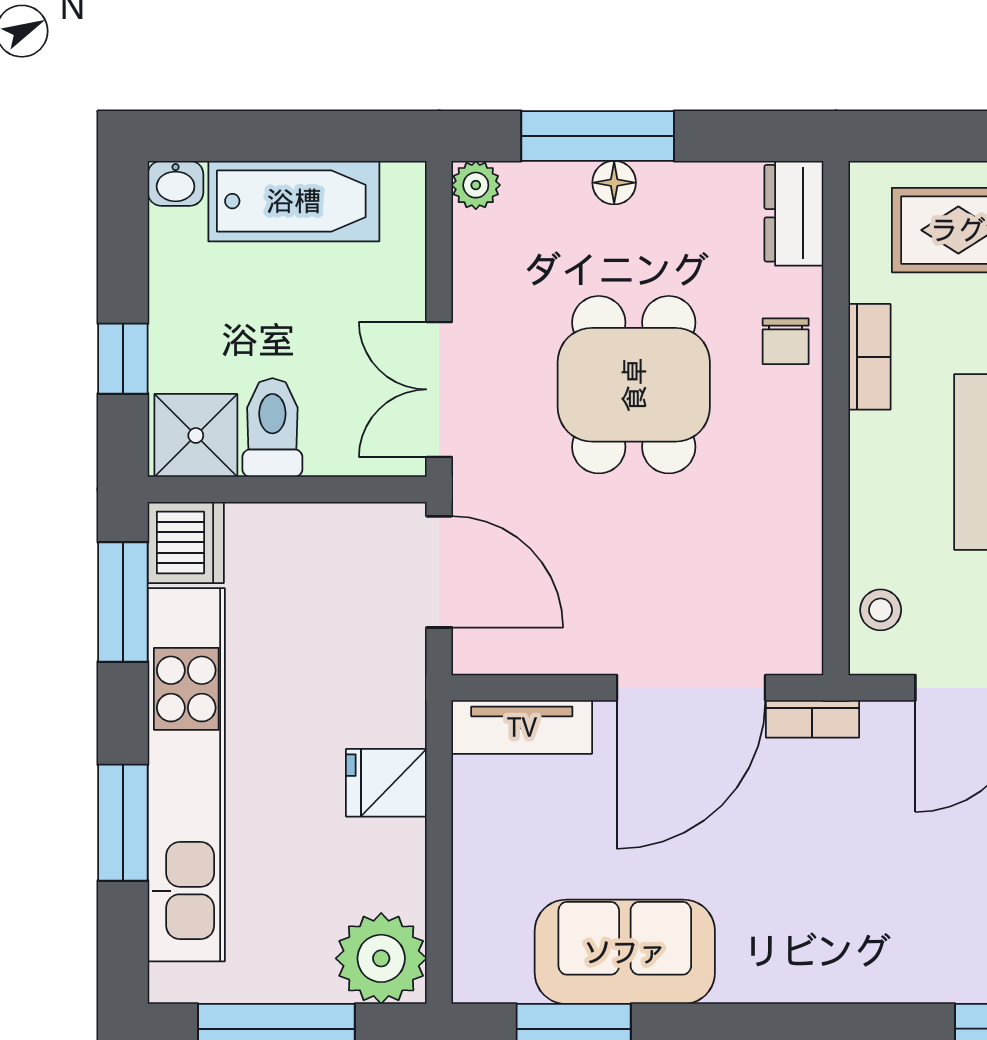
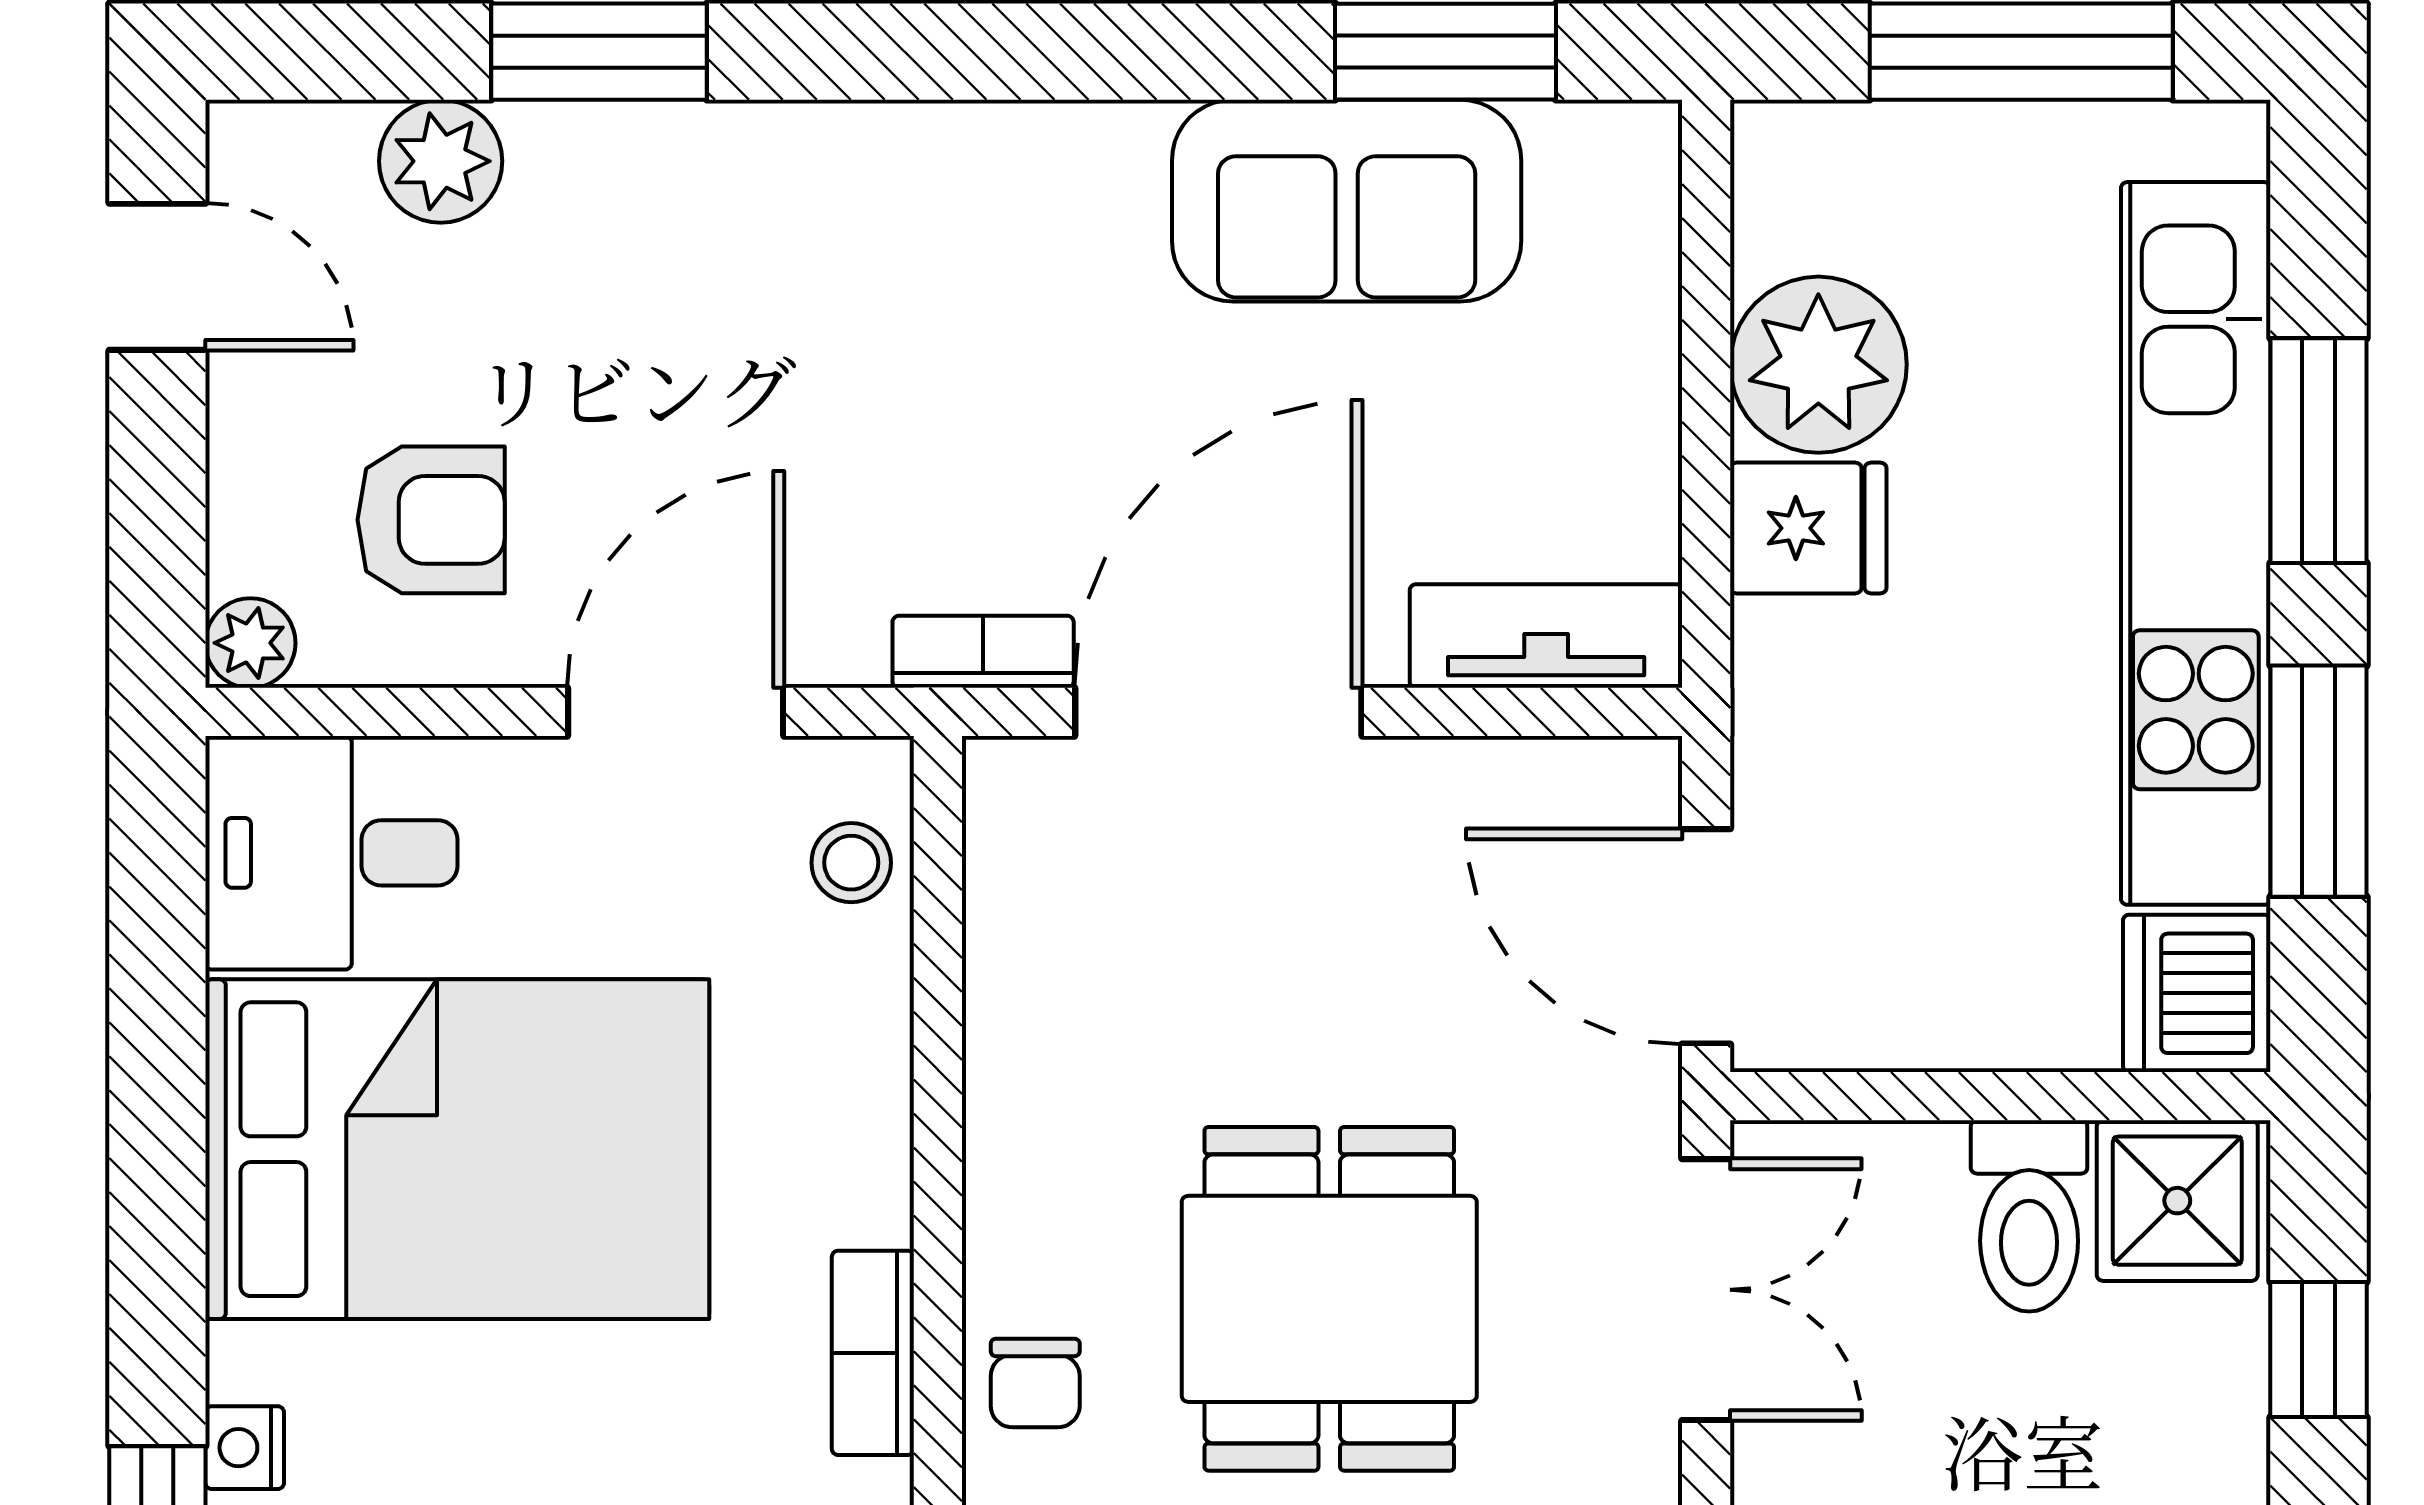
chair: (786, 341) -> (1035, 1383), turned 180
window: (123, 602) -> (2318, 781), moved
plant: (381, 958) -> (1818, 365), moved

